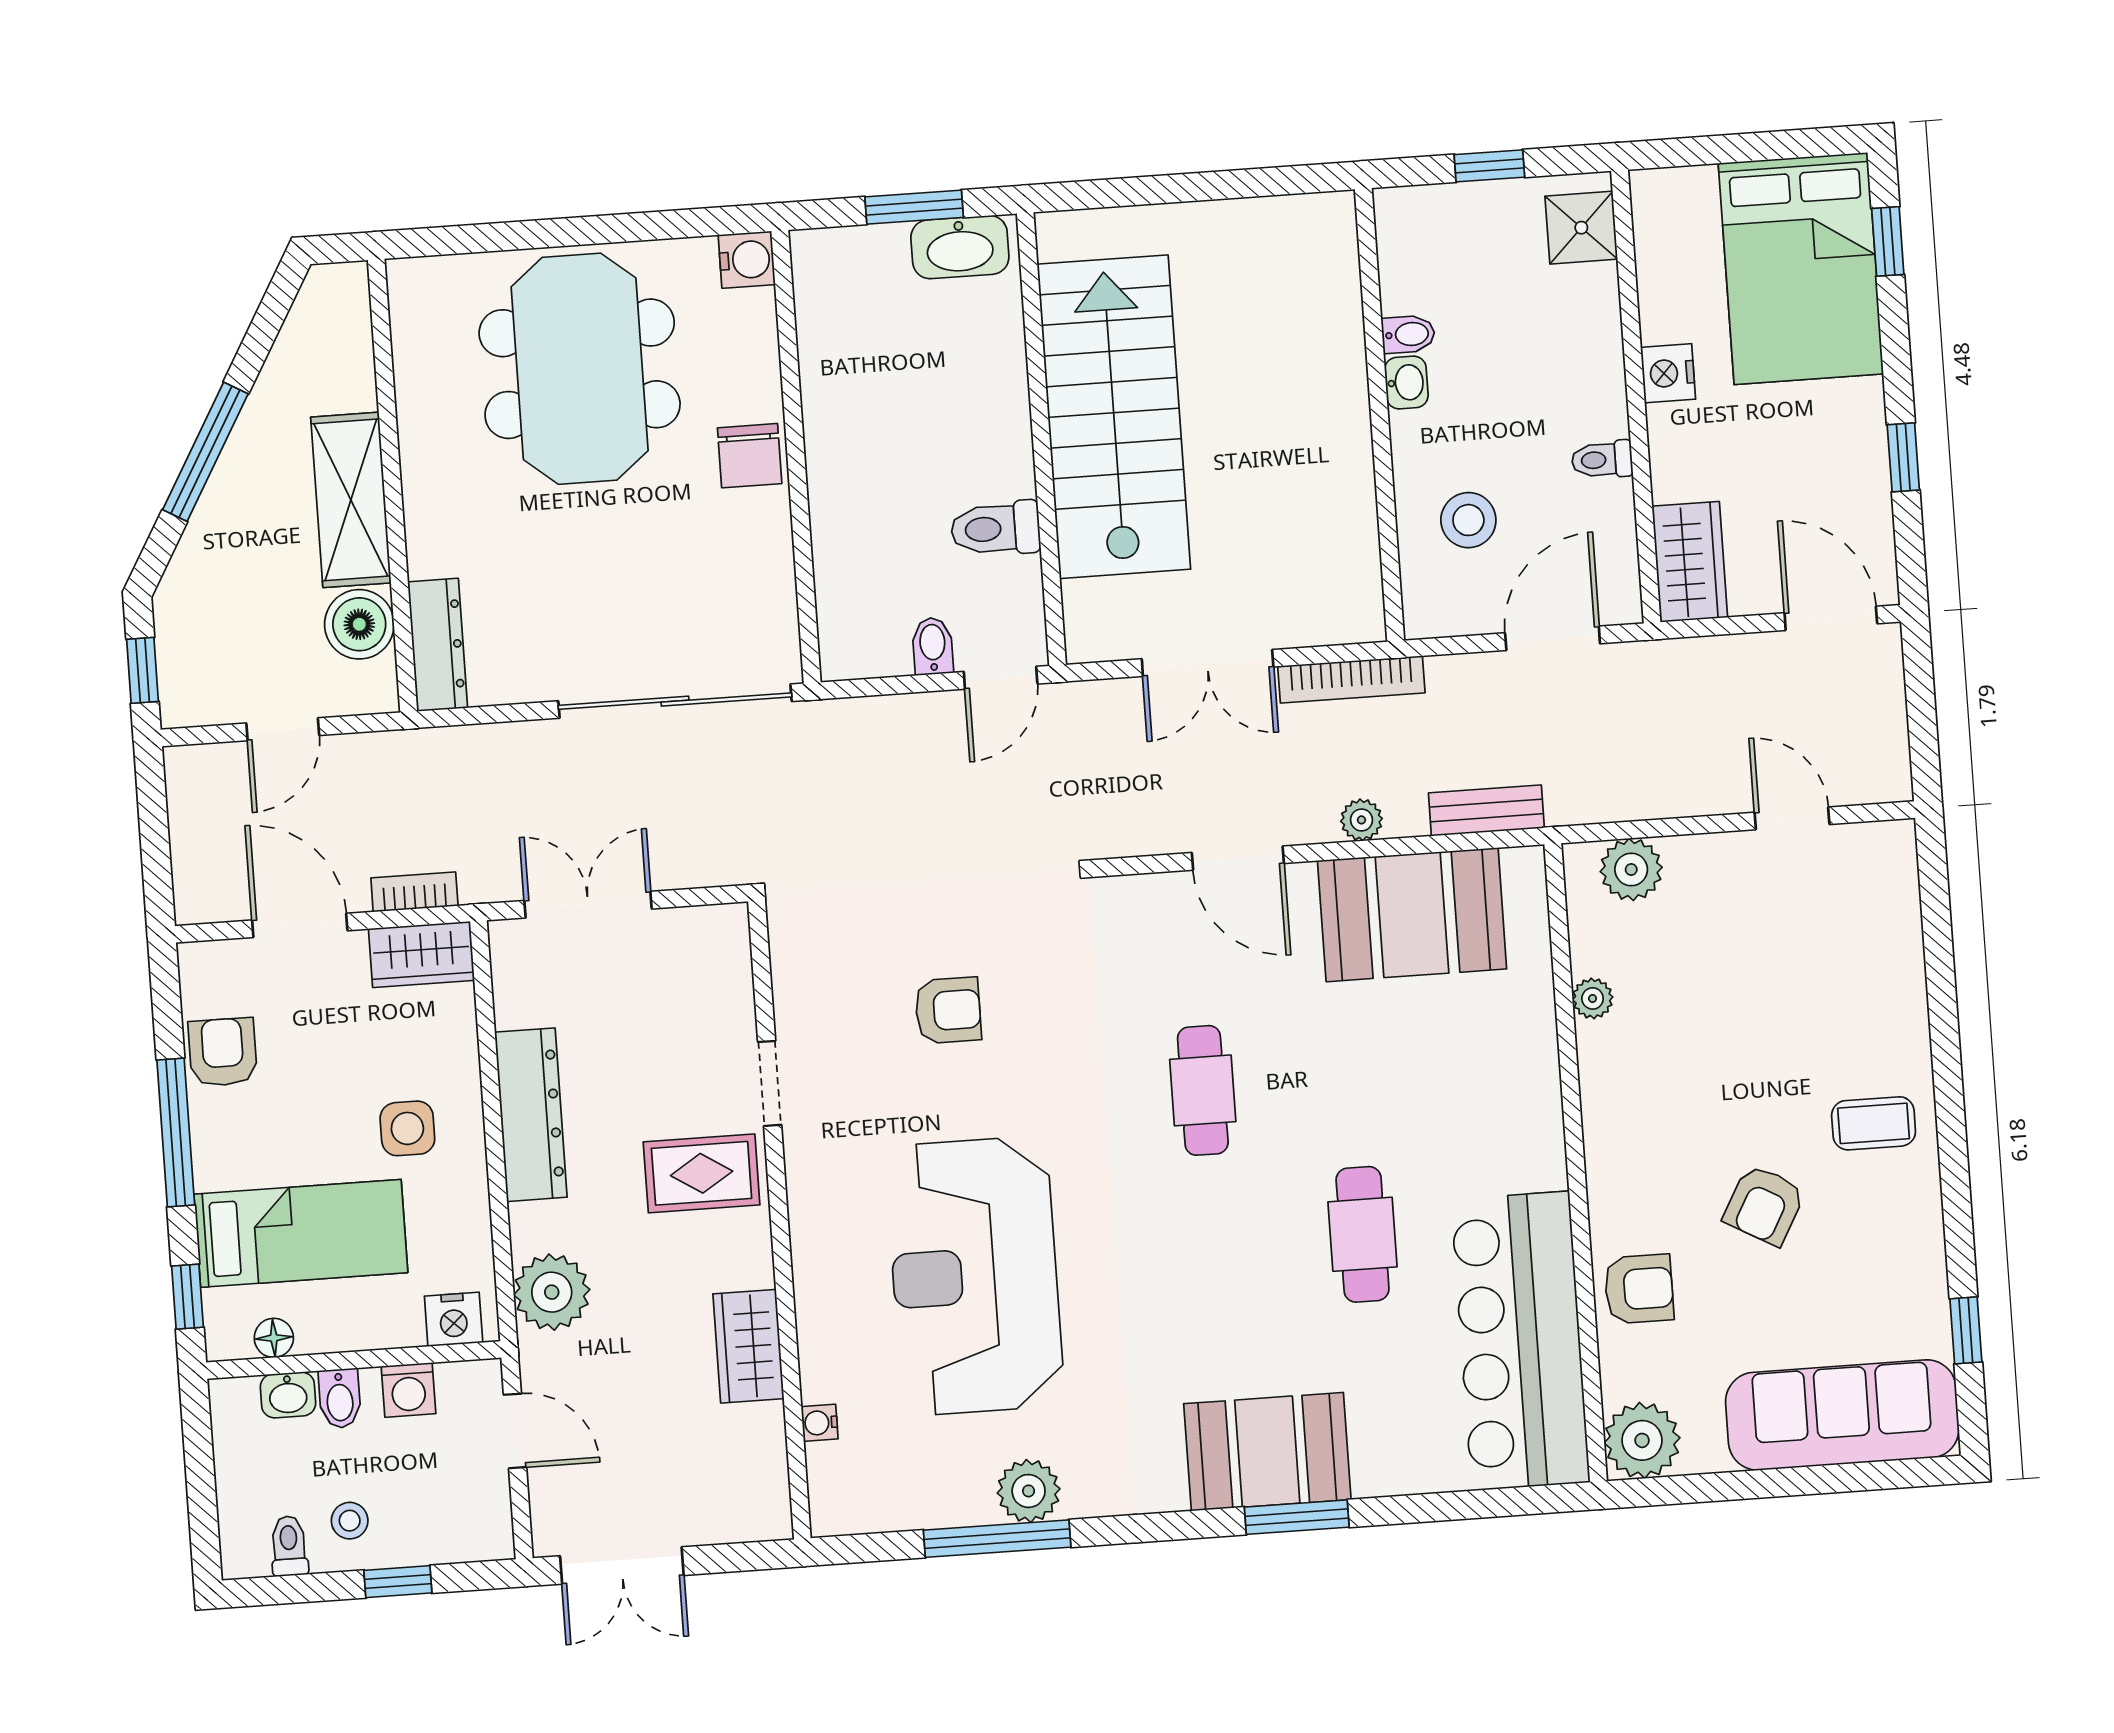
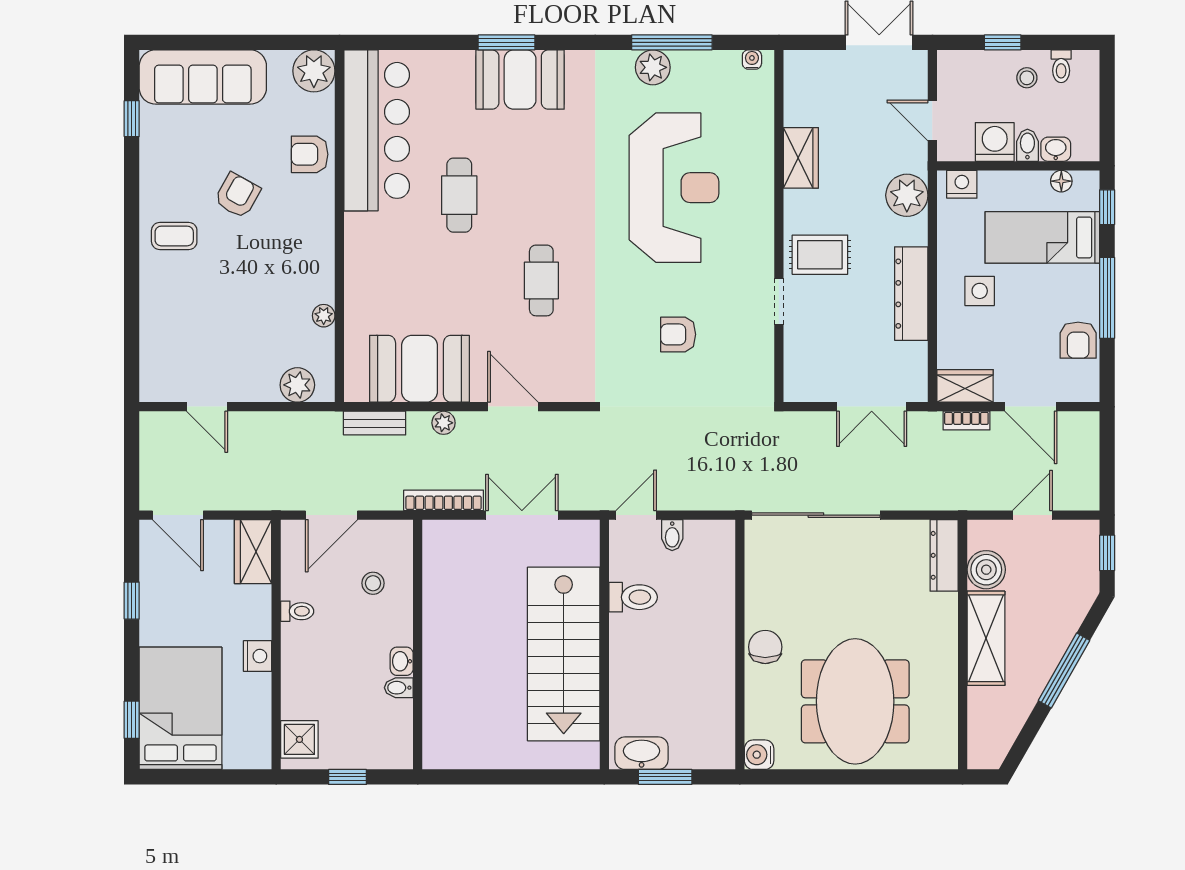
stool: (1468, 520) -> (373, 583), width x0.73, depth x0.73
washing machine: (408, 1390) -> (995, 142), width x1.38, depth x1.38
water cooler: (820, 1423) -> (752, 60), moved, turned -90

